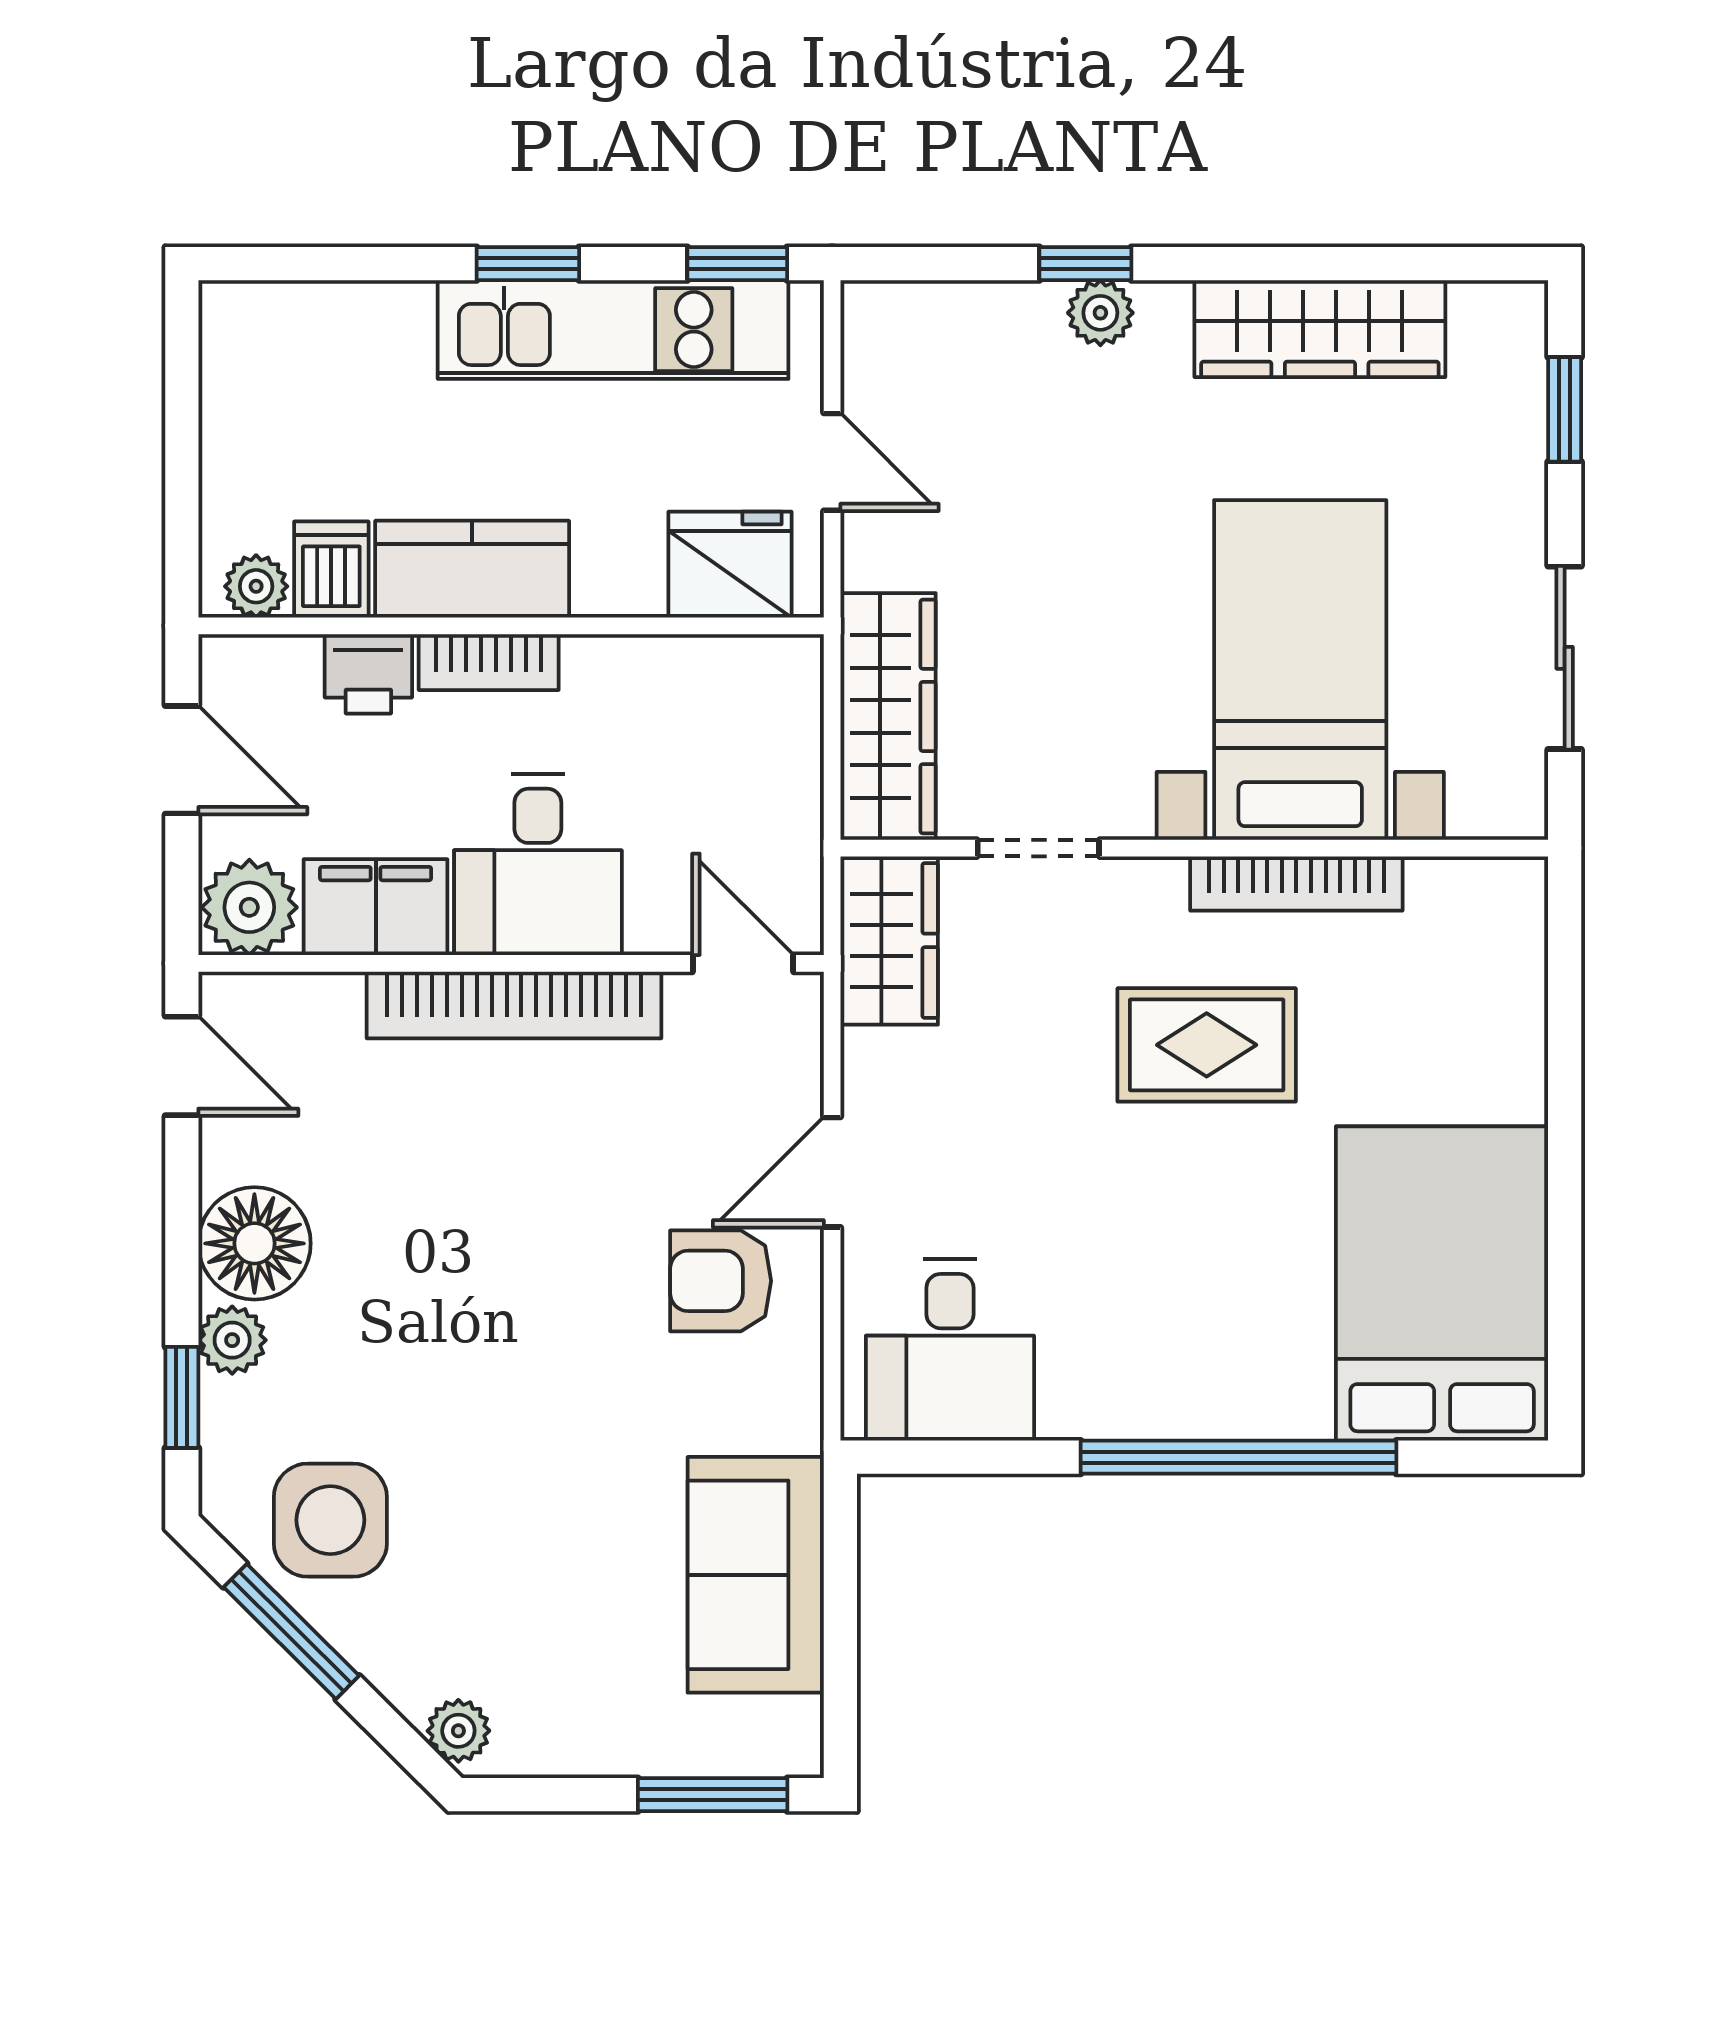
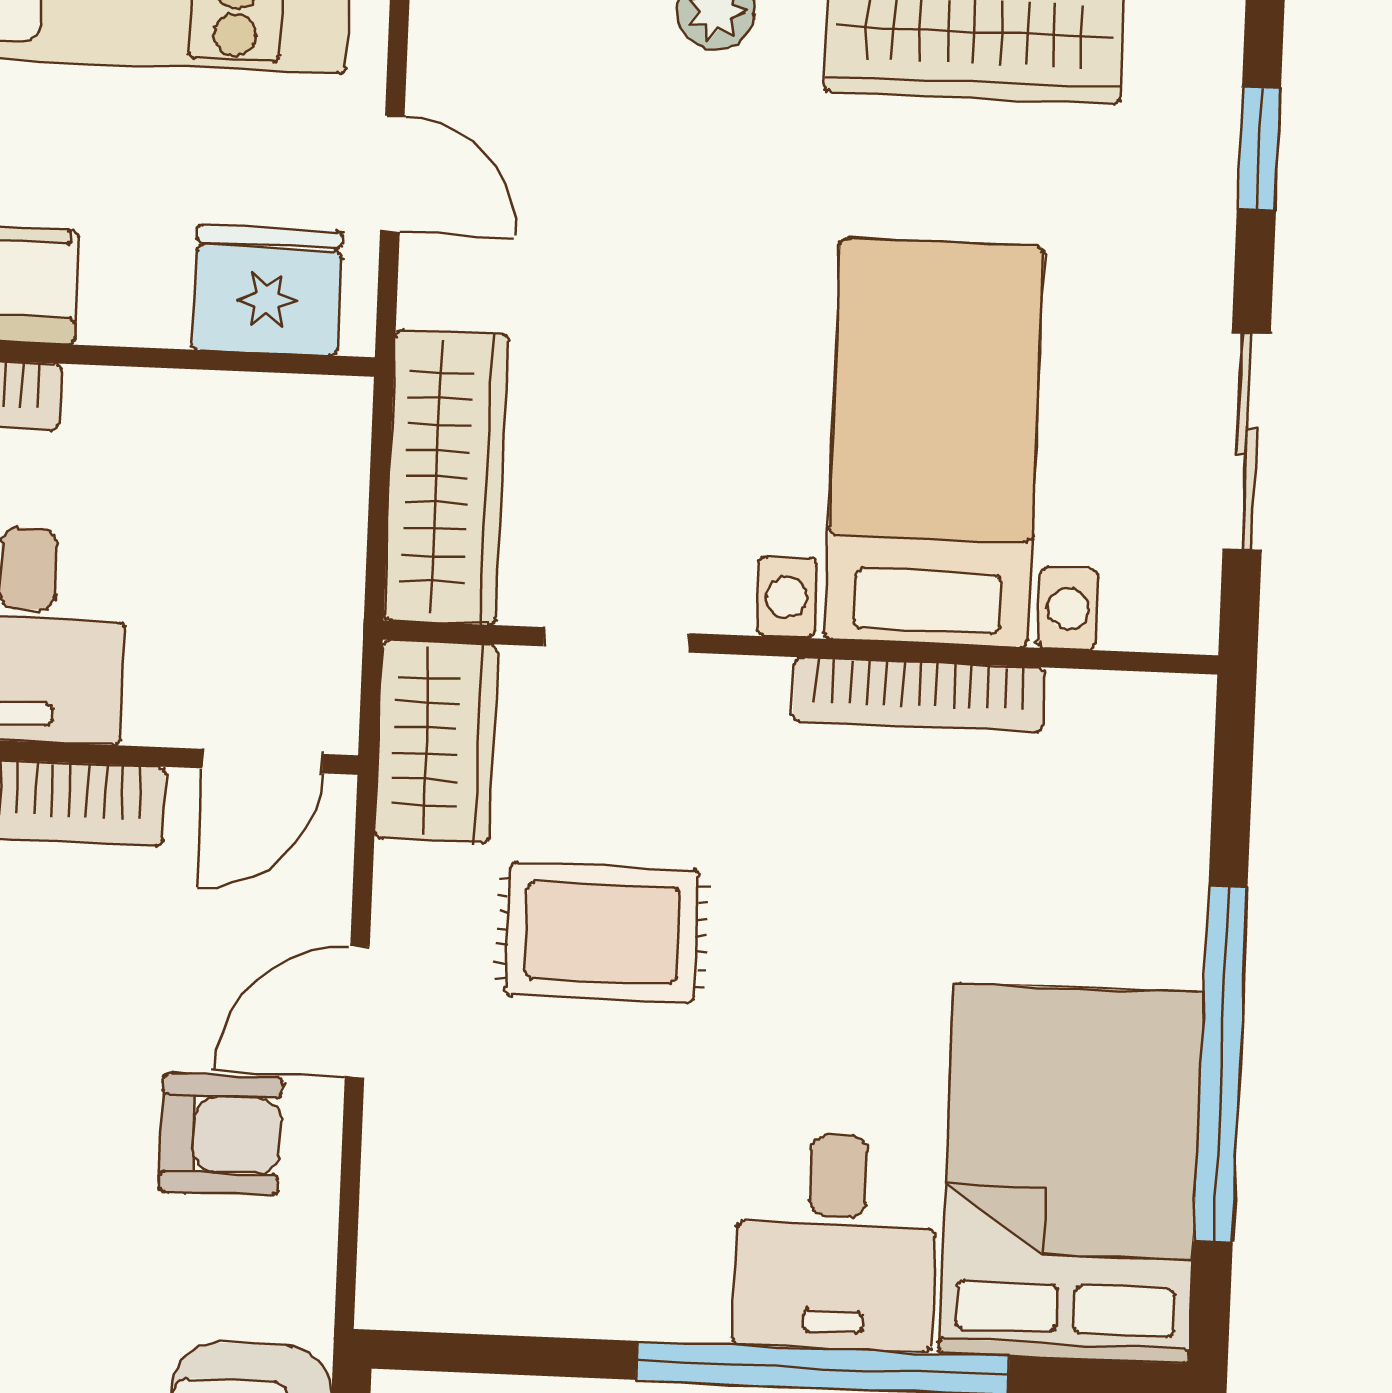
door: (743, 963) -> (263, 761), swing flipped
rug: (1207, 1045) -> (602, 932), moved
window: (1565, 1186) -> (1221, 1064), added
armchair: (721, 1281) -> (220, 1135), turned 180
desk: (950, 1350) -> (836, 1242), moved

